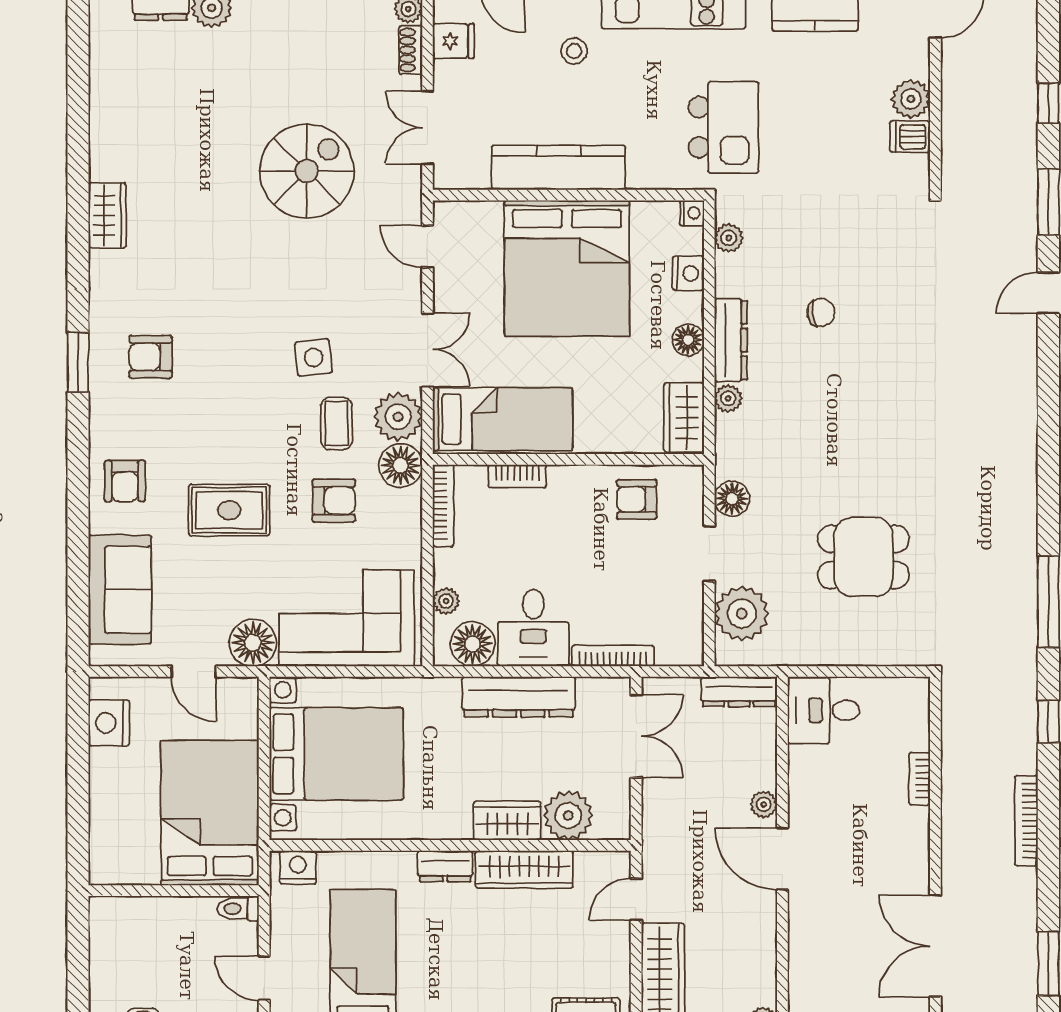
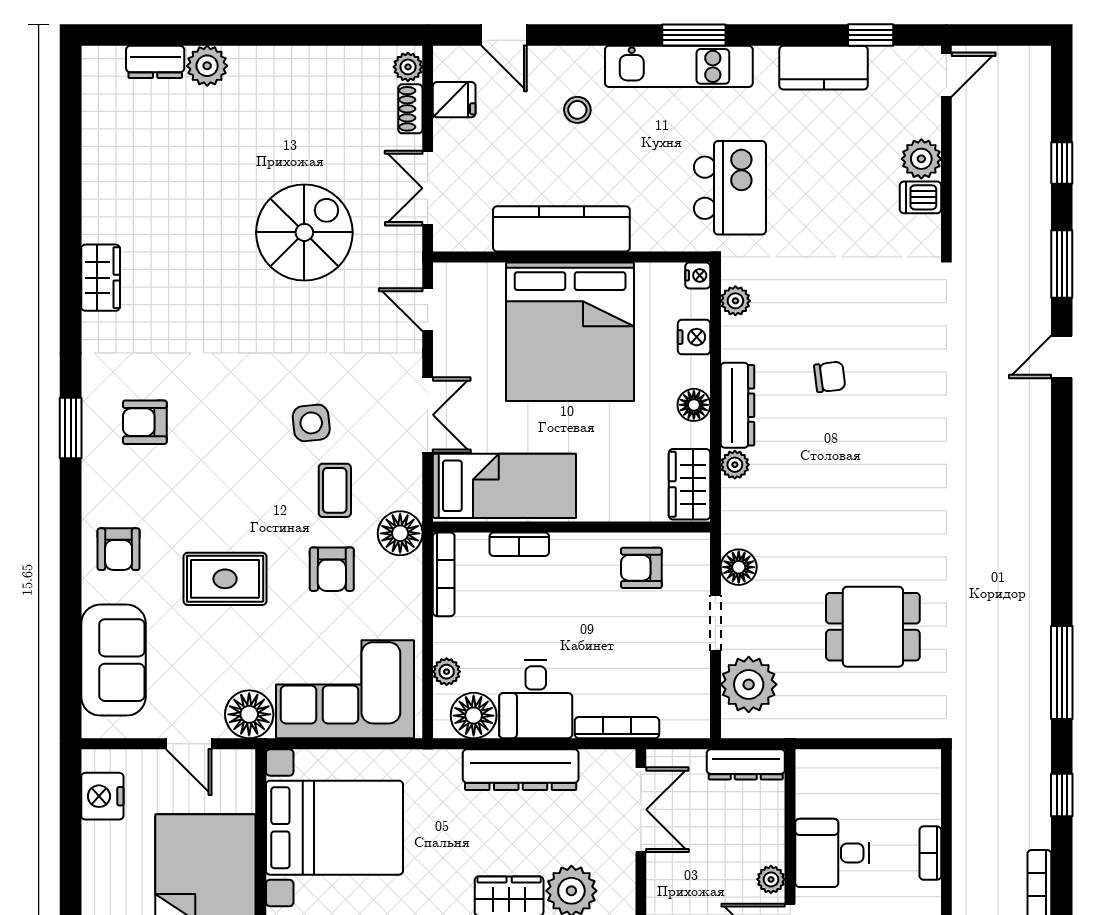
plant: (398, 417) -> (398, 483), removed
armchair: (334, 501) -> (332, 569), turned 90
desk: (824, 710) -> (832, 853), moved

